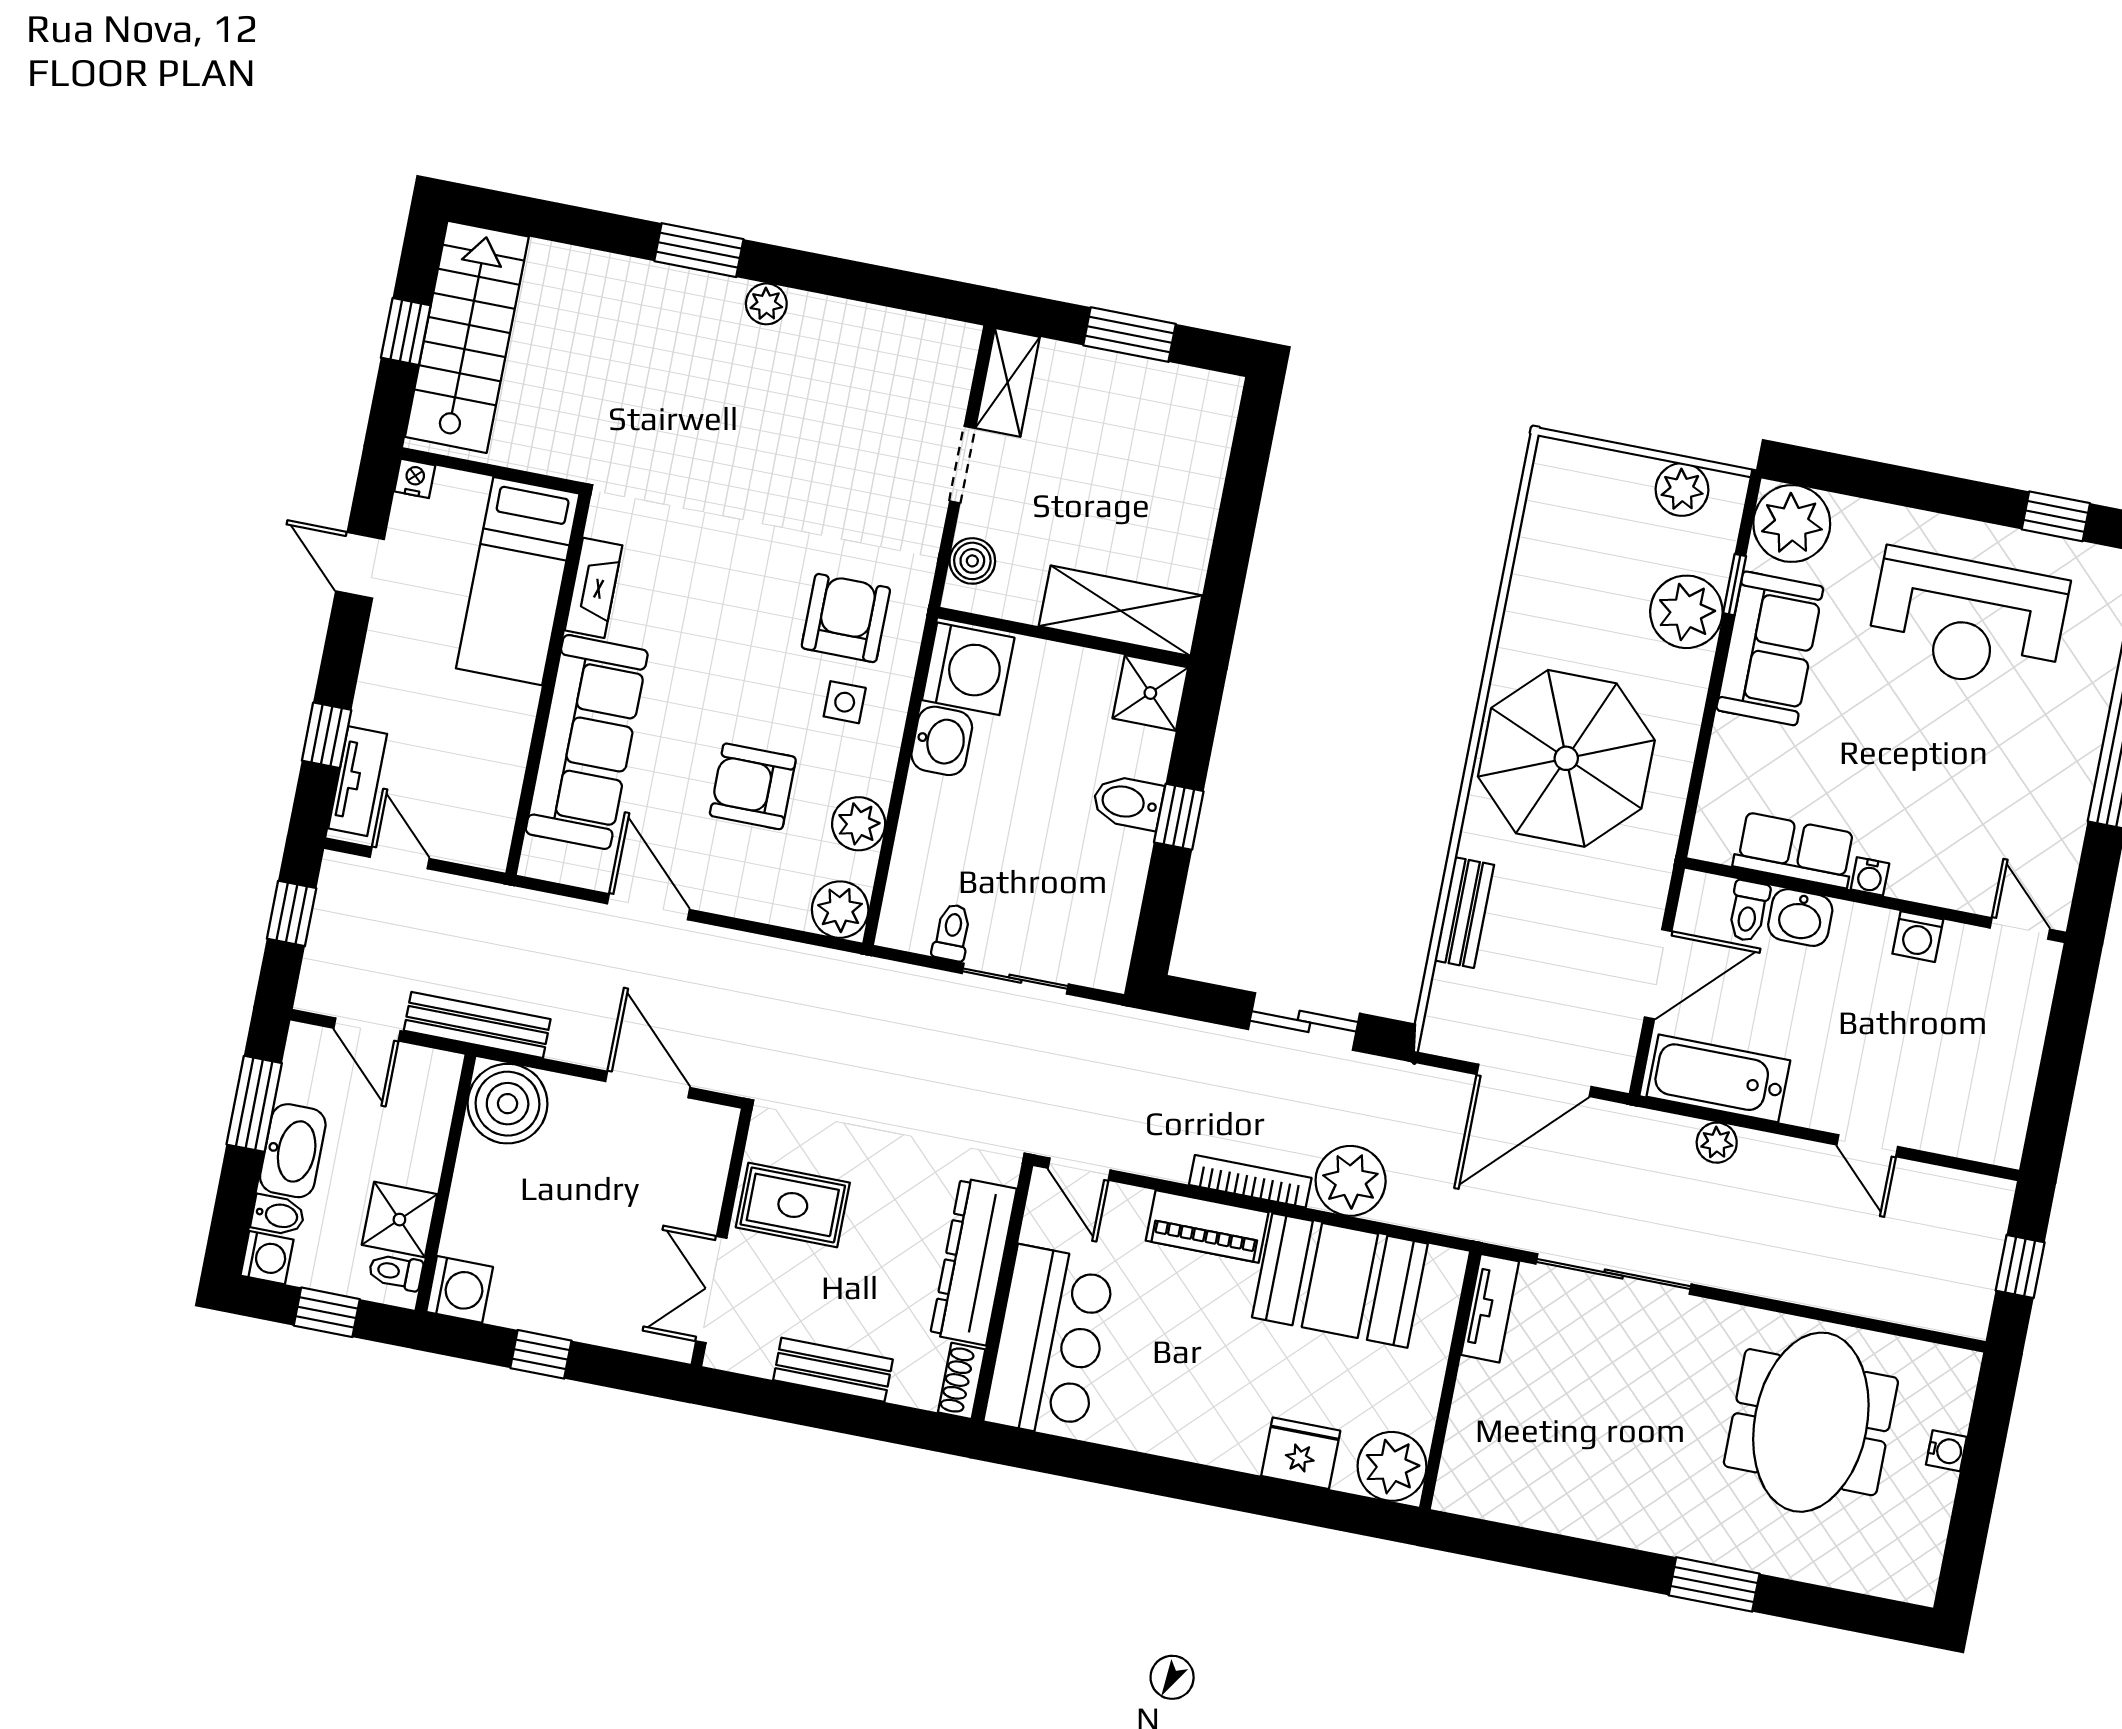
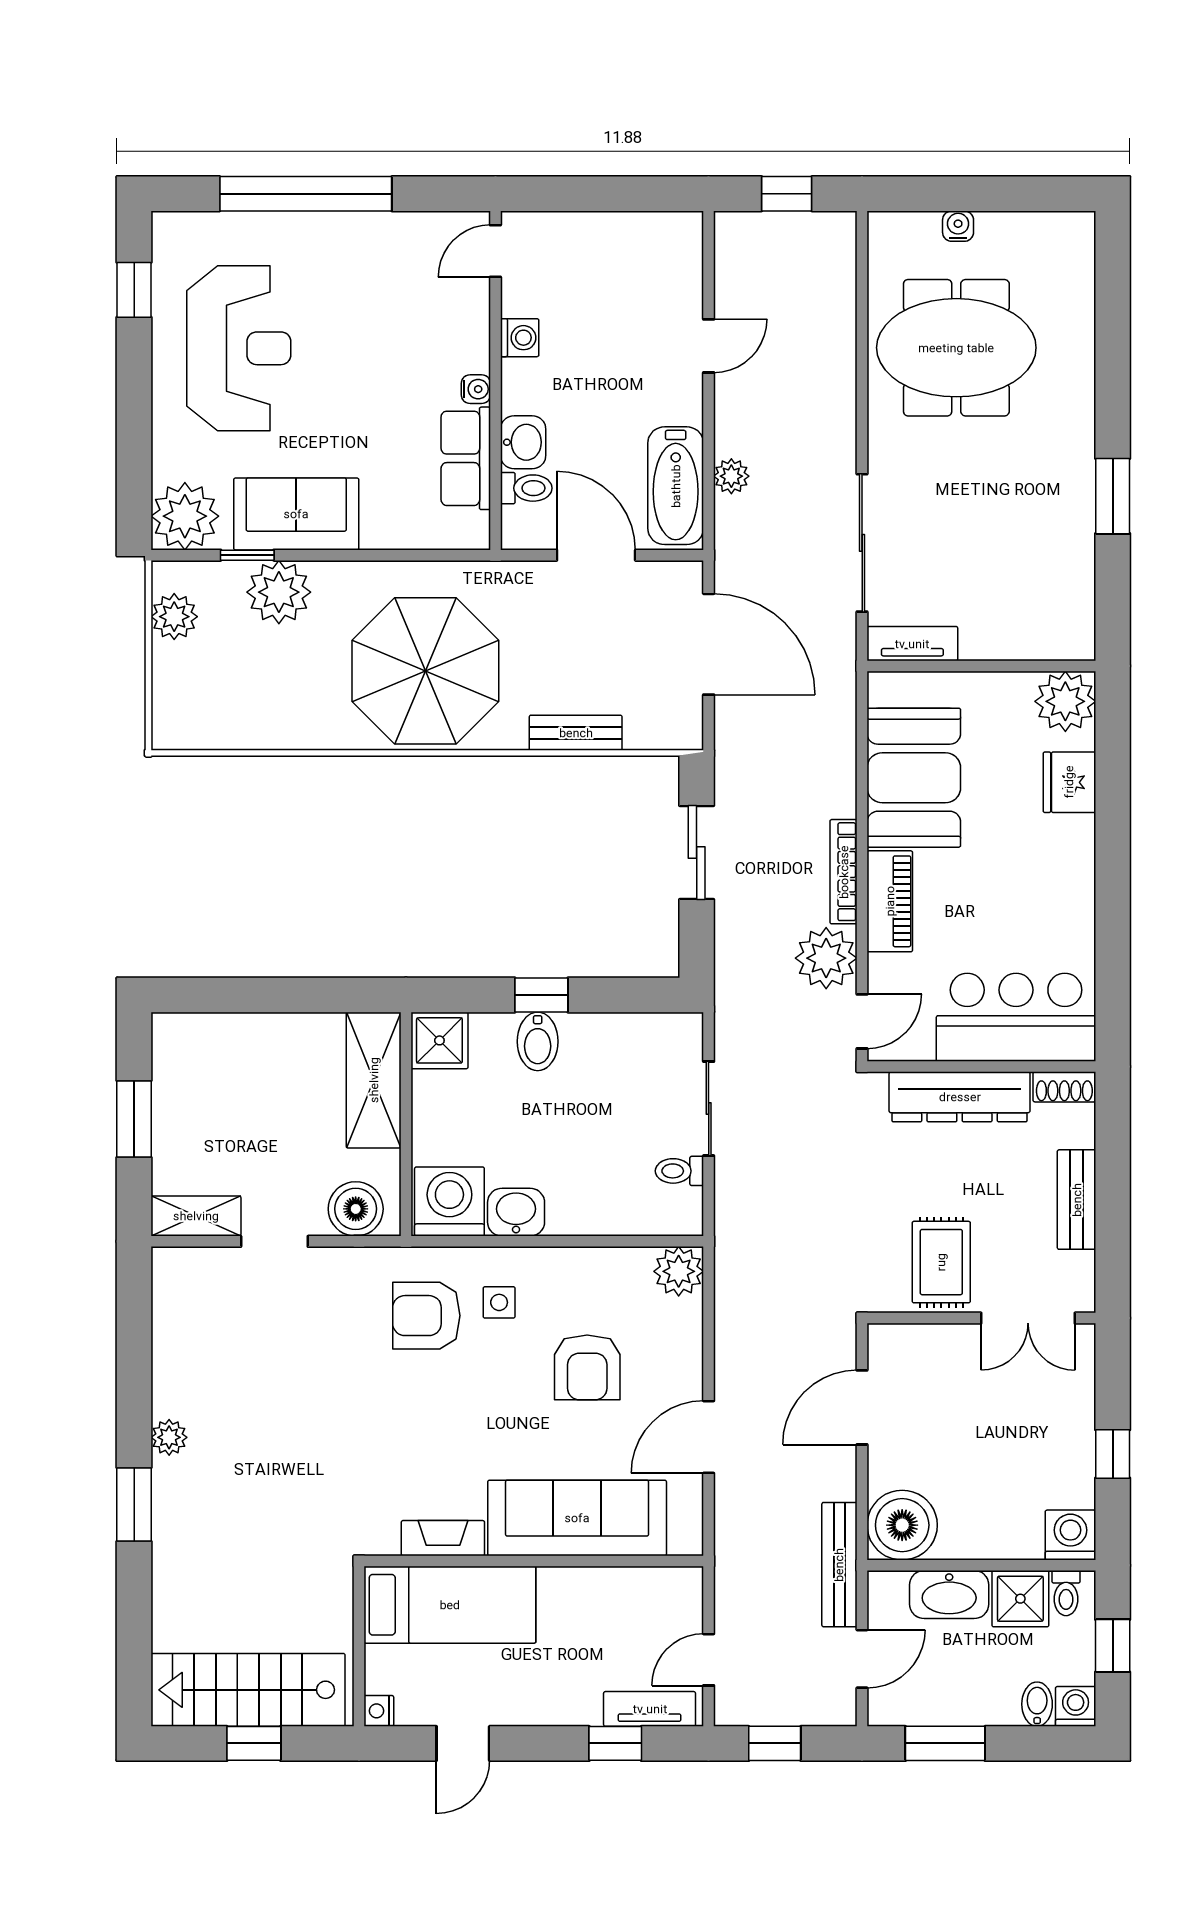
boiler: (972, 561) -> (356, 1209), width x1.36, depth x1.36
plant: (859, 824) -> (601, 1270), removed
washbasin: (293, 1151) -> (949, 1595), moved, turned 180
plant: (1351, 1181) -> (826, 958), moved
window: (1714, 1584) -> (1113, 496), moved

